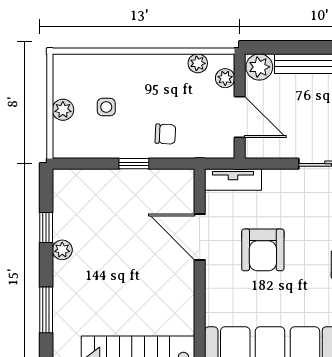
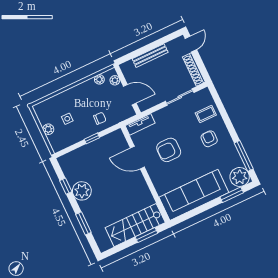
plant: (259, 67) -> (128, 68), removed
plant: (62, 250) -> (82, 191), width x1.88, depth x1.88
armchair: (263, 250) -> (169, 150), turned 90

